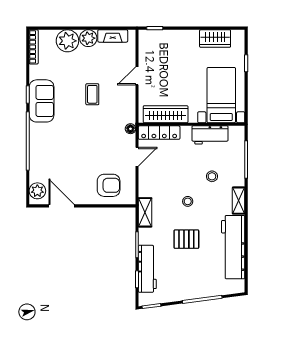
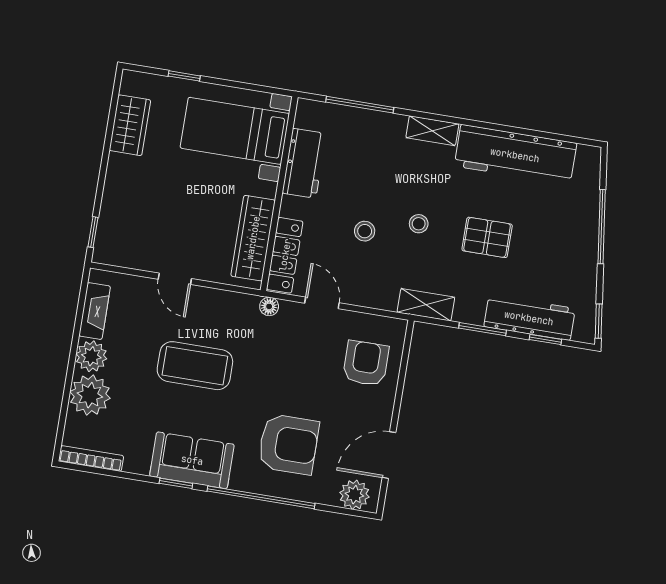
coffee table: (92, 94) -> (195, 366), width x1.86, depth x1.72
armchair: (59, 151) -> (288, 444), added
stool: (212, 176) -> (365, 231), moved
pallet: (186, 239) -> (487, 237), turned 90

